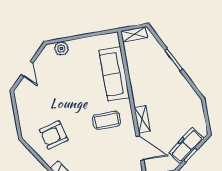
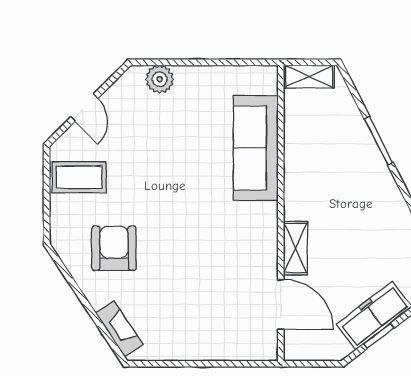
coffee table: (107, 120) -> (79, 177), moved
armchair: (54, 135) -> (114, 248), turned 105

